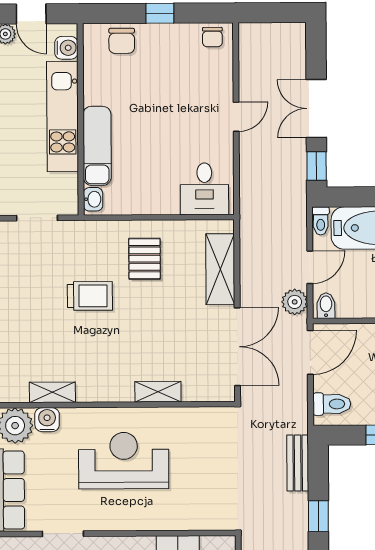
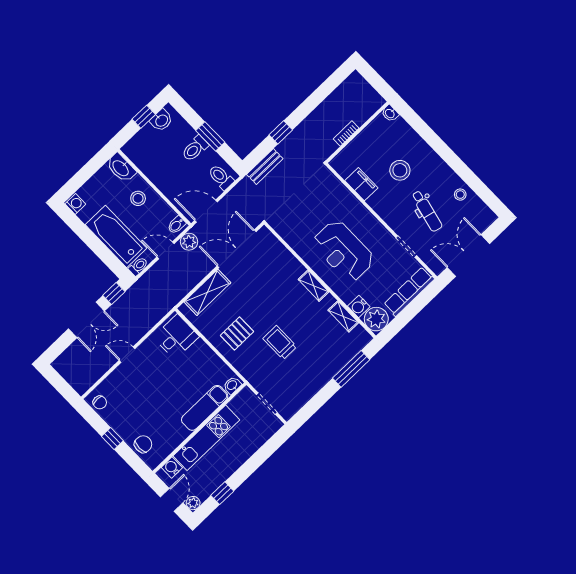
chair: (212, 37) -> (100, 402), turned 90
shelving: (158, 392) -> (313, 286), moved

